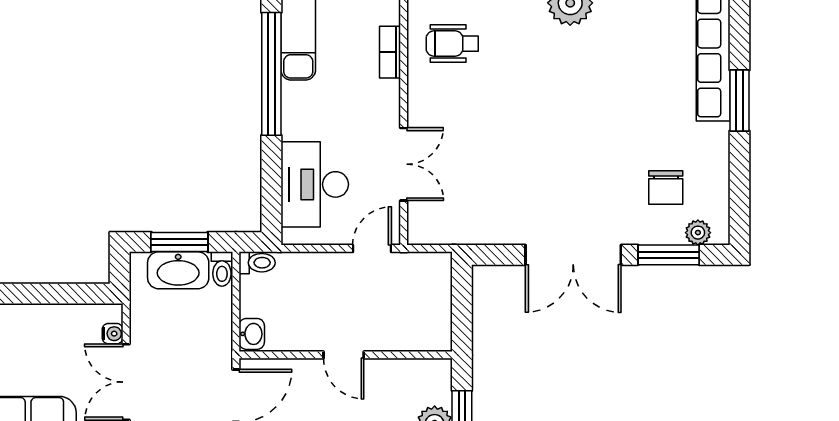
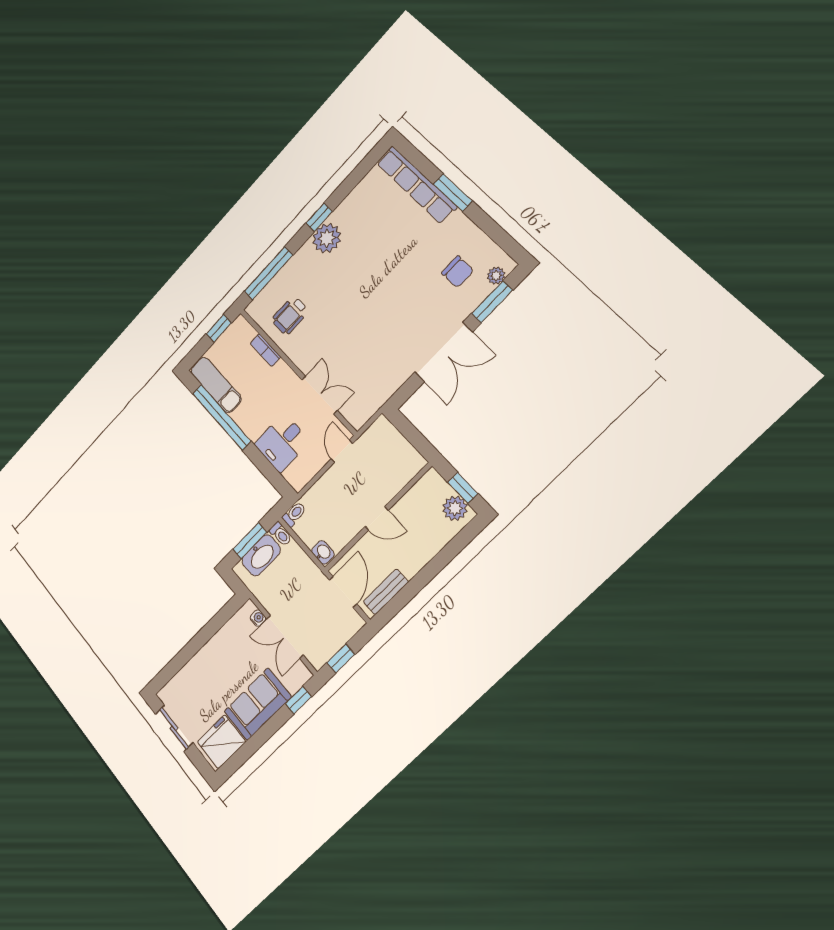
desk: (315, 184) -> (282, 443), width x0.73

